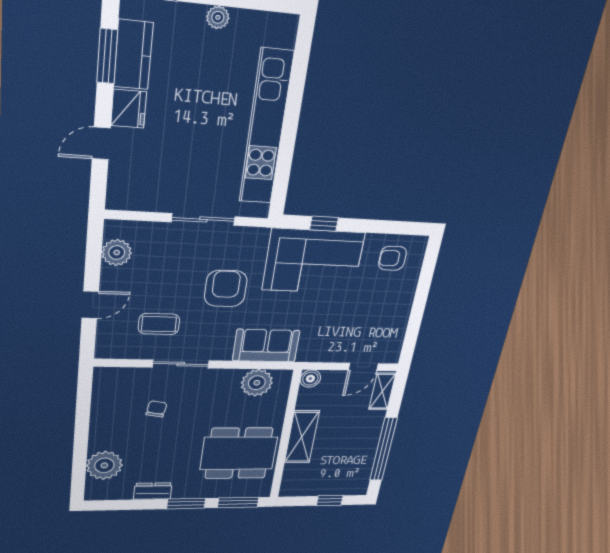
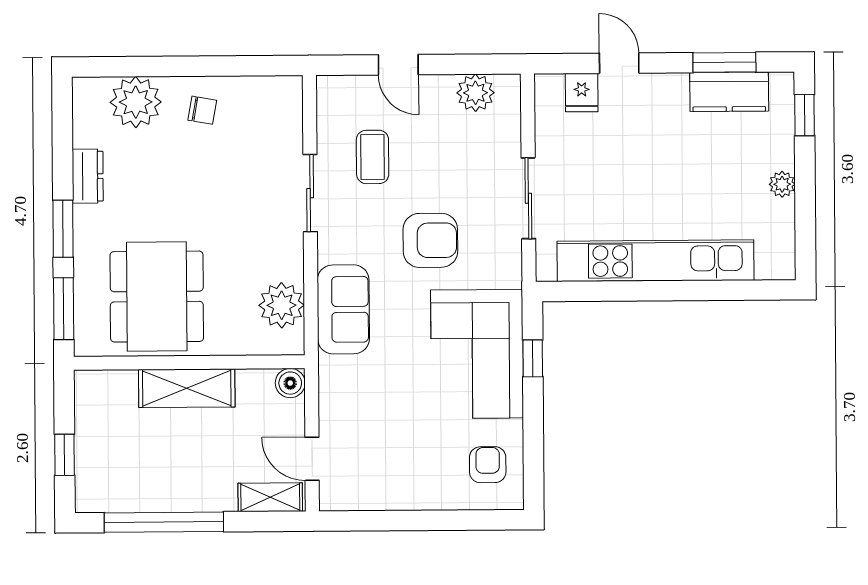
fridge: (129, 109) -> (582, 93), moved, width x0.72
chair: (157, 409) -> (202, 110), moved

